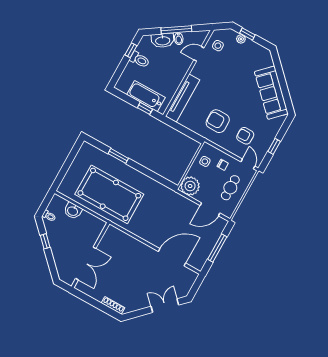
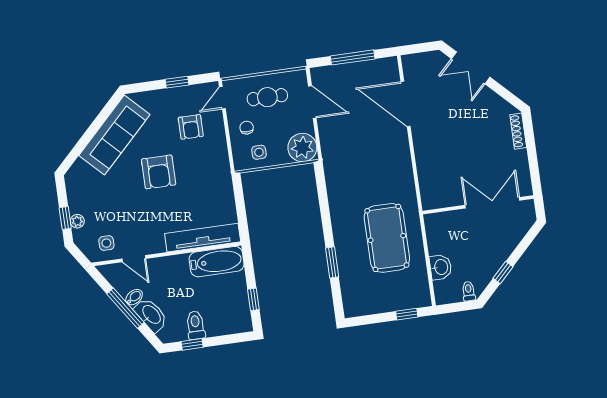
bathtub: (146, 96) -> (217, 262), moved, turned -90
window: (145, 108) -> (253, 299), moved
armchair: (218, 121) -> (159, 172), moved
window: (62, 174) -> (407, 314), added
pool table: (109, 194) -> (387, 238), width x0.73, depth x0.76

